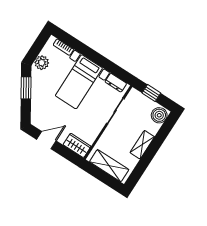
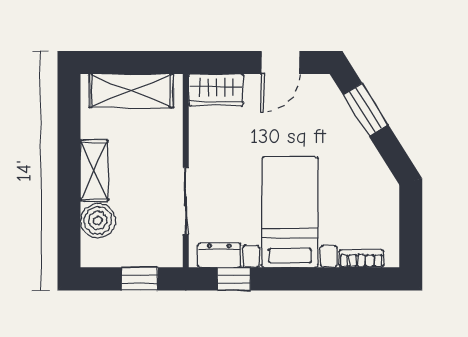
plant: (42, 63) -> (383, 203), removed
window: (116, 70) -> (234, 279), added
window: (26, 88) -> (366, 110), moved
boiler: (159, 115) -> (98, 221), moved

